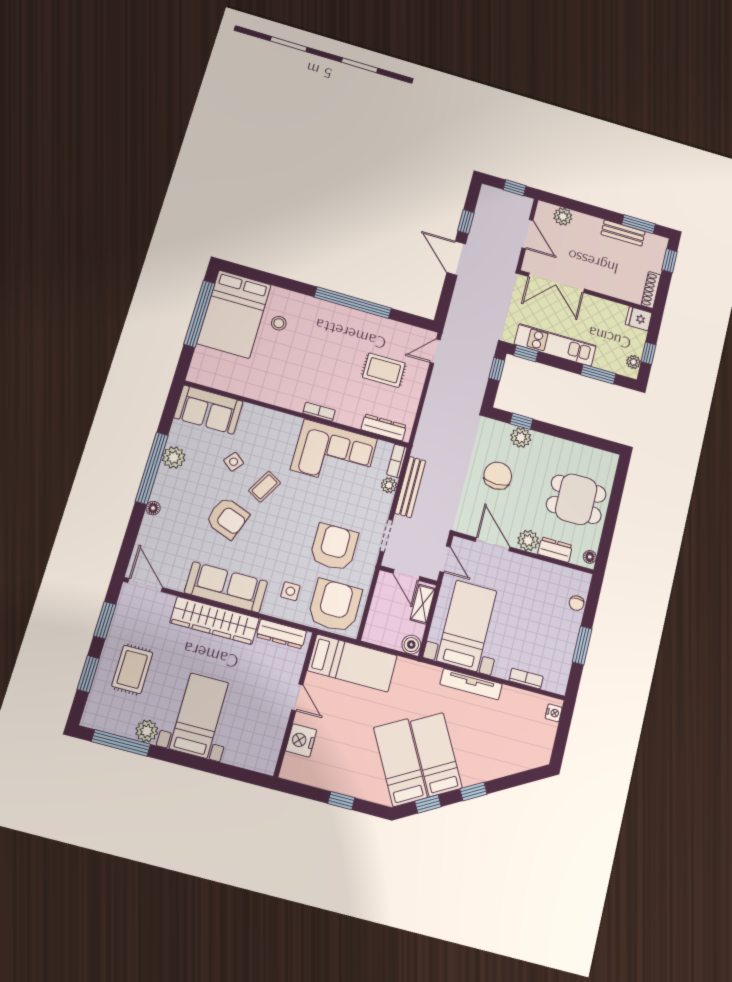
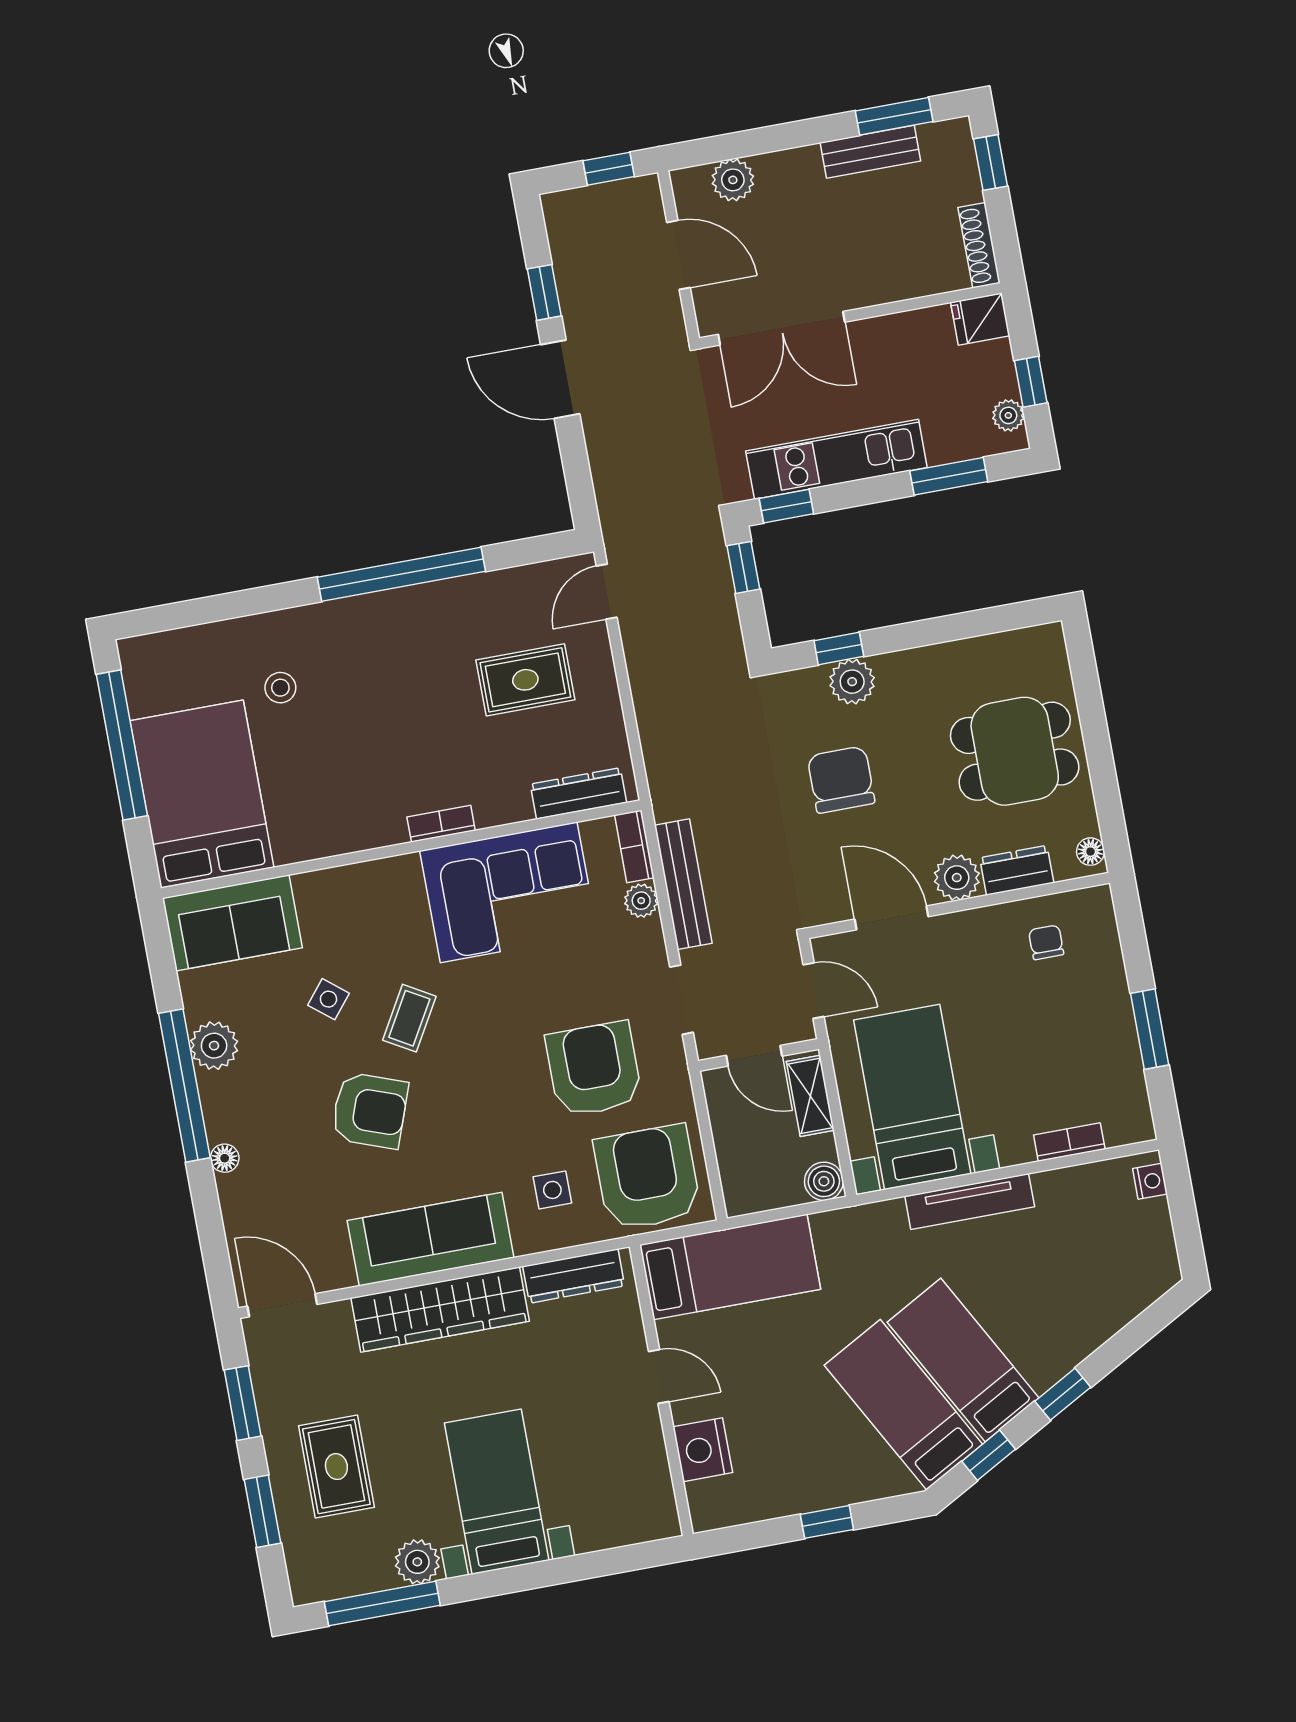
bed: (234, 314) -> (202, 794), moved, turned 180
chair: (577, 603) -> (1046, 942), moved, turned 180

